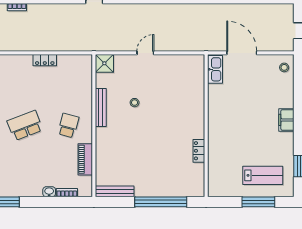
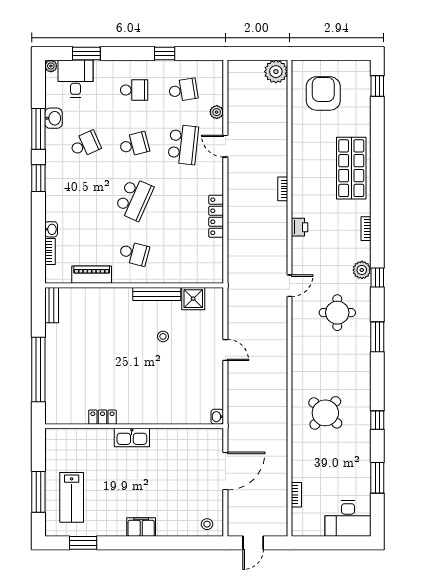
washbasin: (198, 59) -> (217, 417), added
locker: (45, 60) -> (216, 216), width x1.53
shower: (104, 63) -> (193, 299), moved
kitchen sink: (215, 69) -> (132, 437), moved
school desk: (25, 126) -> (134, 199), turned 45
bench: (115, 191) -> (52, 305), width x0.73

